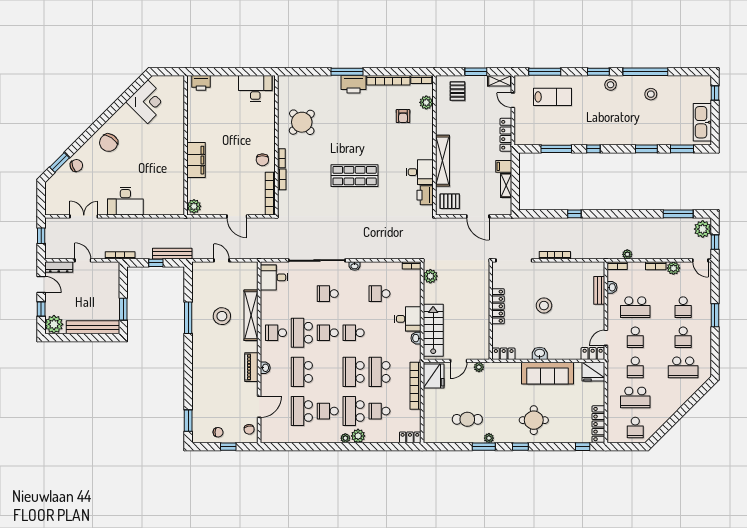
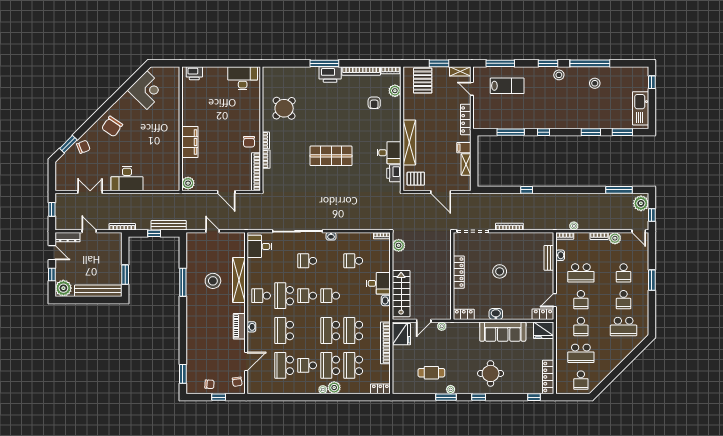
pallet: (458, 91) -> (423, 81), width x1.50, depth x1.42
school desk: (379, 411) -> (353, 365), width x1.85

